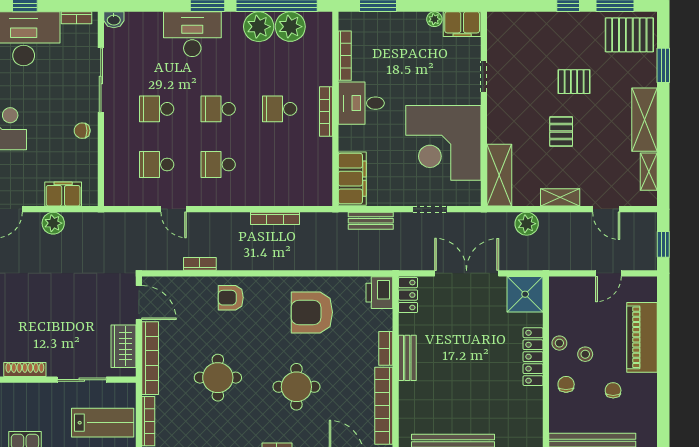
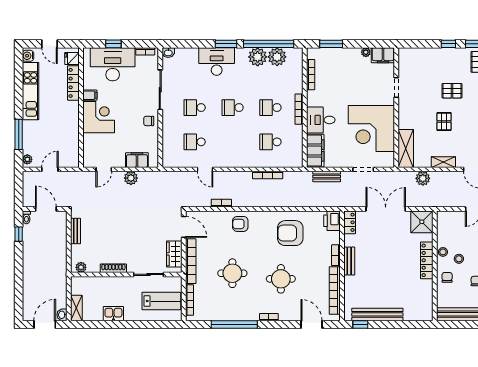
desk: (361, 103) -> (321, 120), moved
school desk: (218, 165) -> (270, 142), moved

